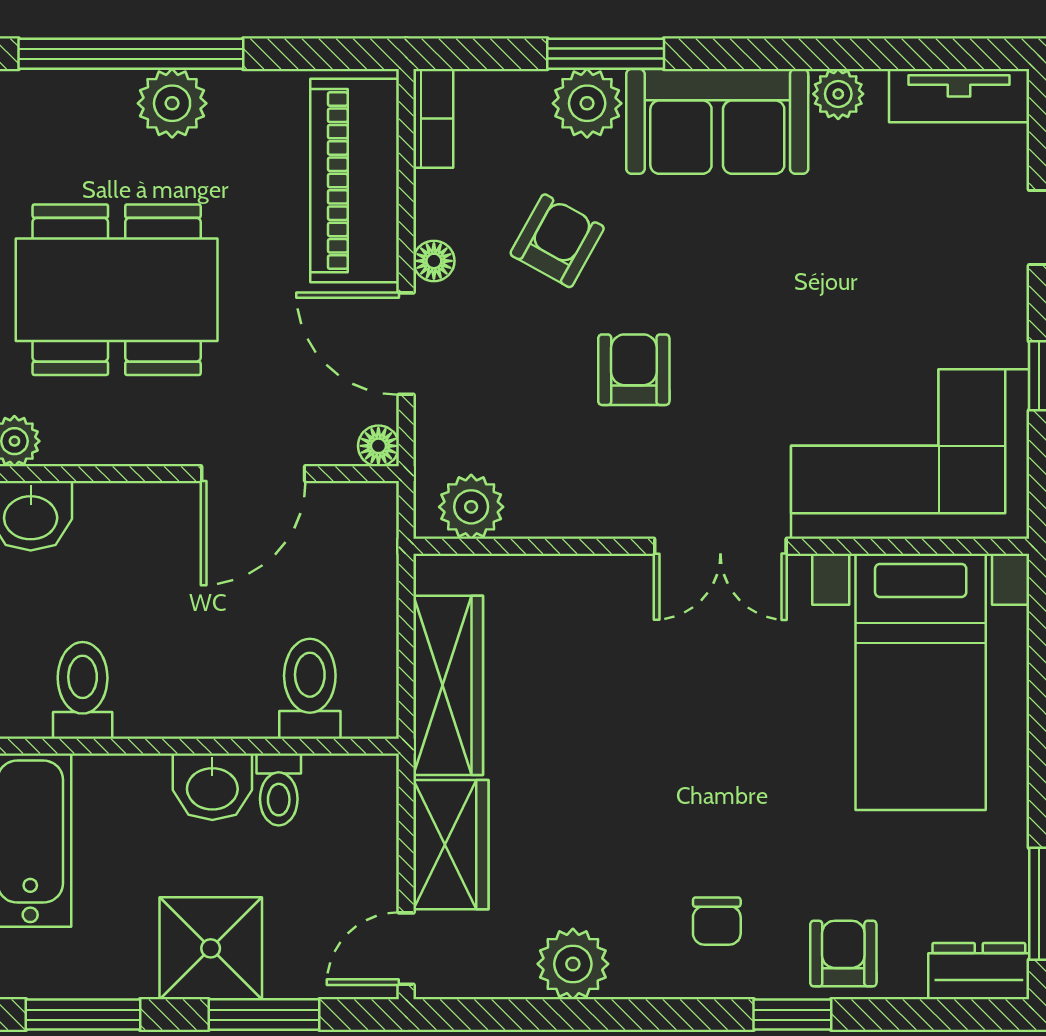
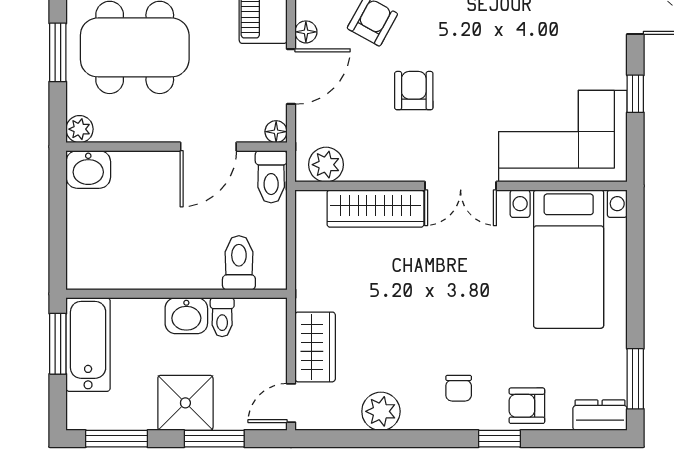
door: (406, 344) -> (291, 77), swing flipped
wardrobe: (448, 685) -> (376, 209), moved, turned 90
toilet: (83, 690) -> (271, 177), moved, turned 180
armchair: (843, 954) -> (527, 406), turned -90

